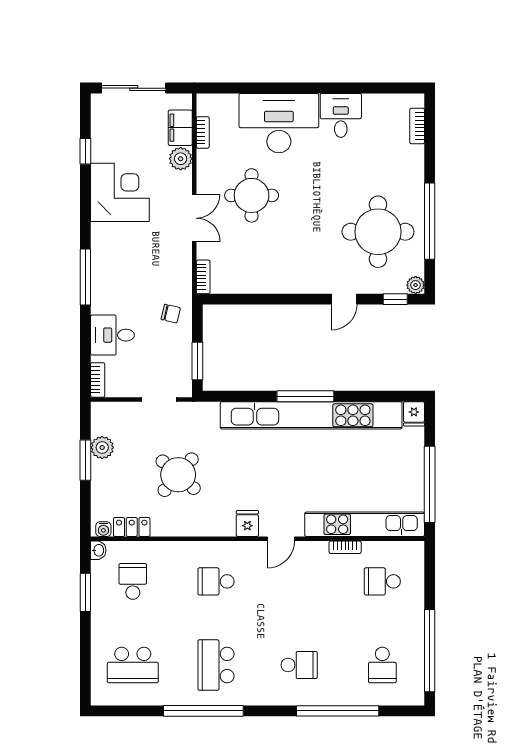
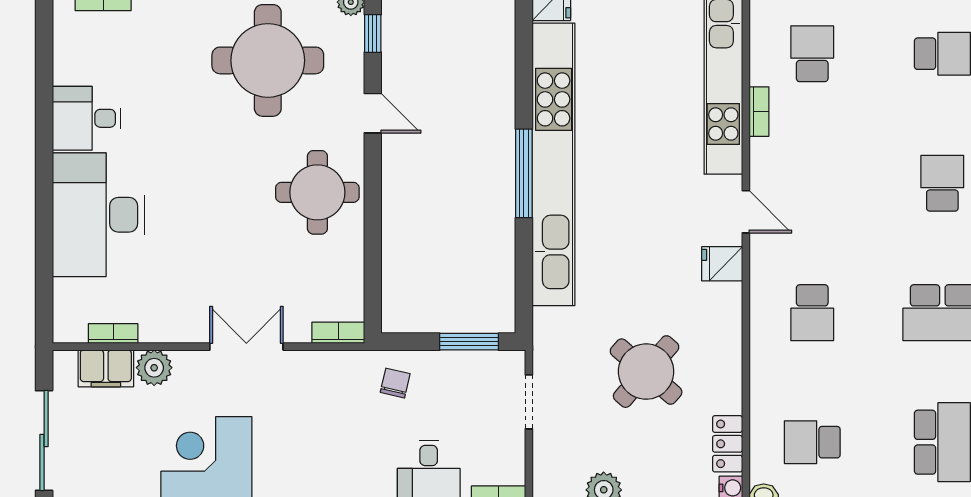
round table: (252, 195) -> (317, 192), moved
school desk: (382, 581) -> (812, 54), turned 180

